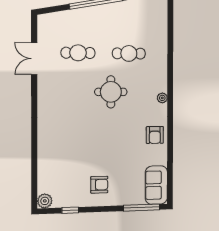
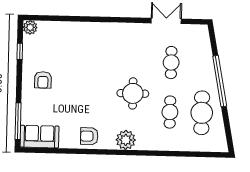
cafe table: (129, 21) -> (202, 113), added
plant: (162, 98) -> (126, 140), width x1.87, depth x1.87

